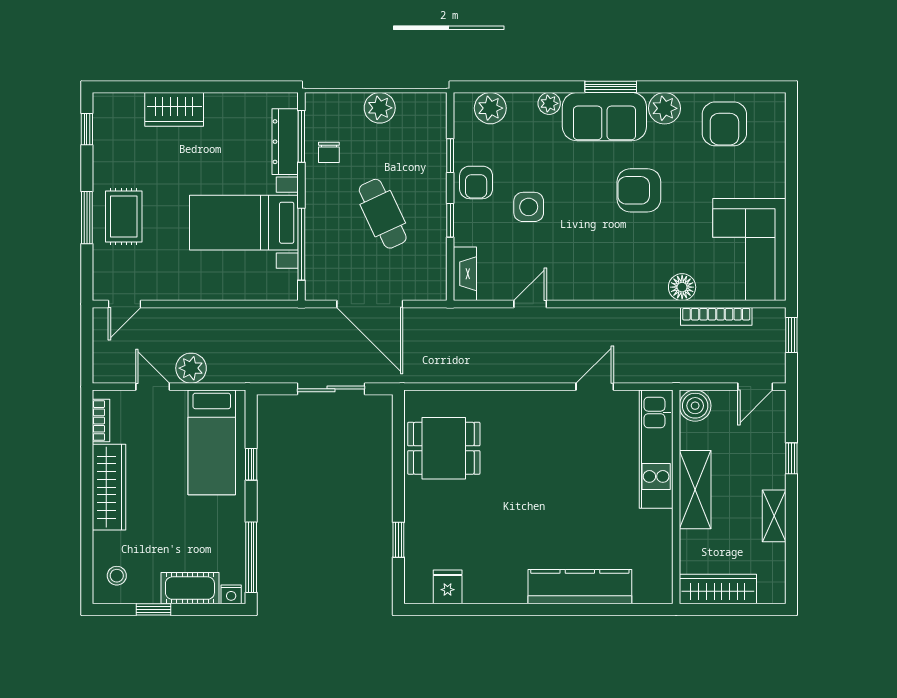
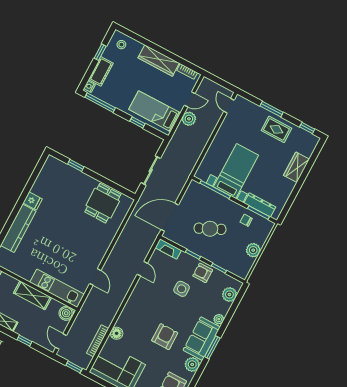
rug: (124, 217) -> (276, 129), moved
door: (370, 304) -> (170, 217), moved
fridge: (448, 587) -> (33, 201), moved

